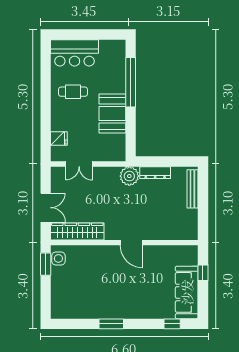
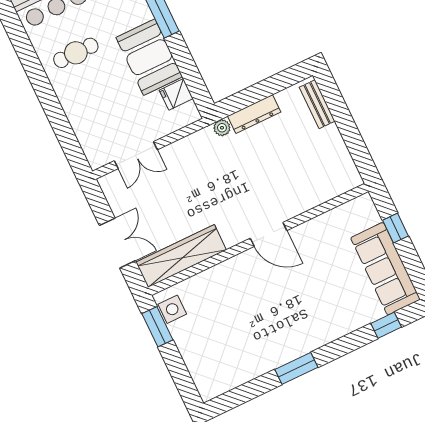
fridge: (59, 138) -> (176, 94), moved, turned 180
plant: (129, 176) -> (222, 128), width x0.53, depth x0.53
bench: (192, 189) -> (317, 104), width x0.73

